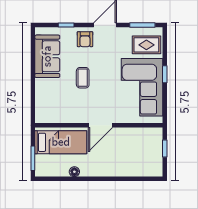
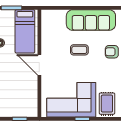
sofa: (47, 56) -> (91, 20), width x1.36

